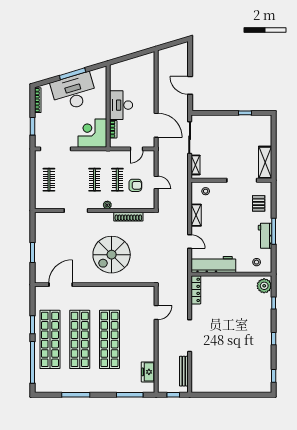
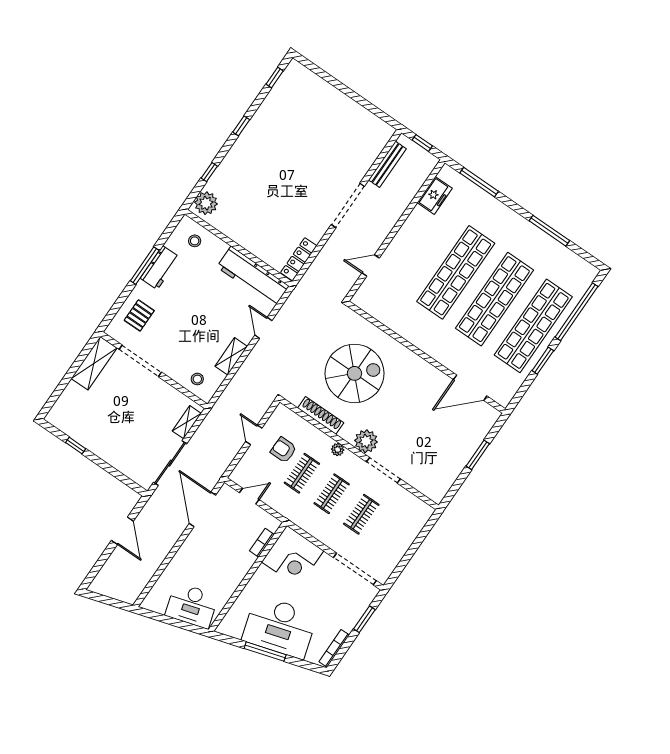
desk: (121, 105) -> (192, 605), moved, turned 73
clothes rail: (49, 180) -> (361, 514), moved
plant: (96, 219) -> (366, 441), added
spiral stairs: (112, 255) -> (354, 373), moved

